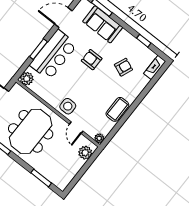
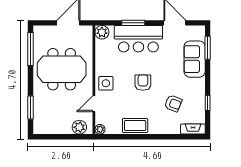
armchair: (92, 60) -> (143, 83), moved

